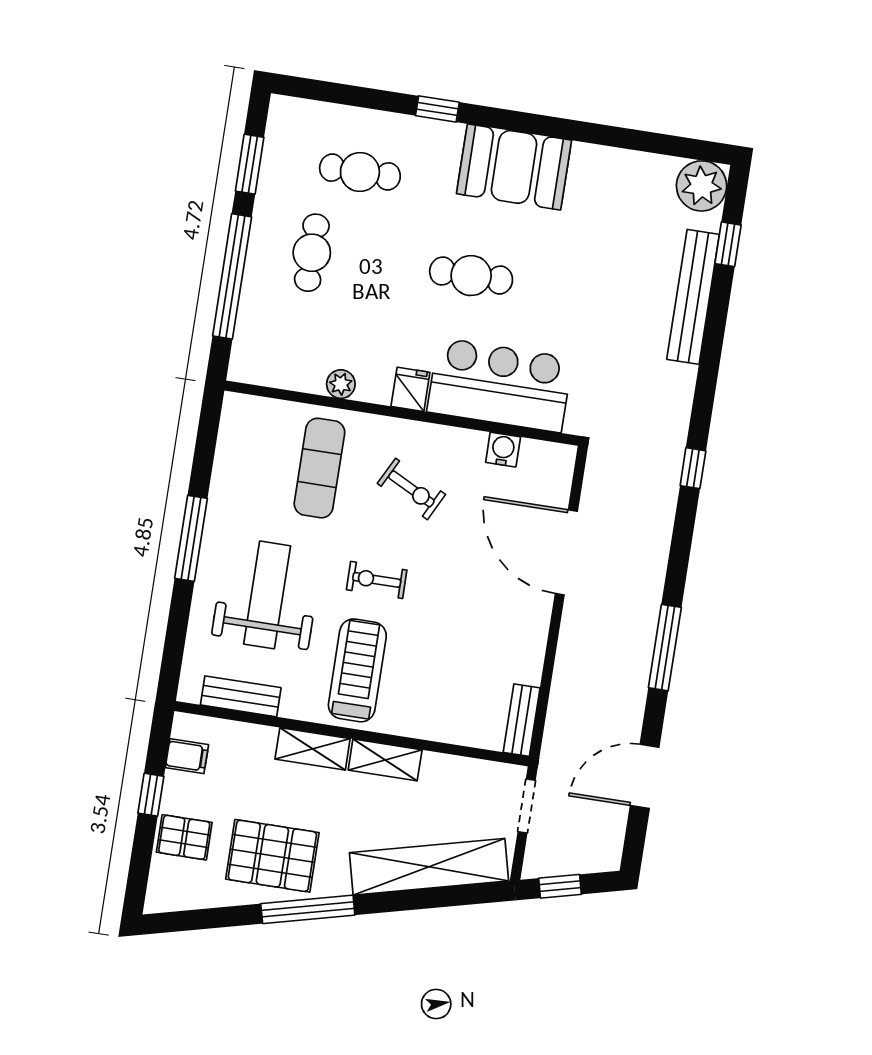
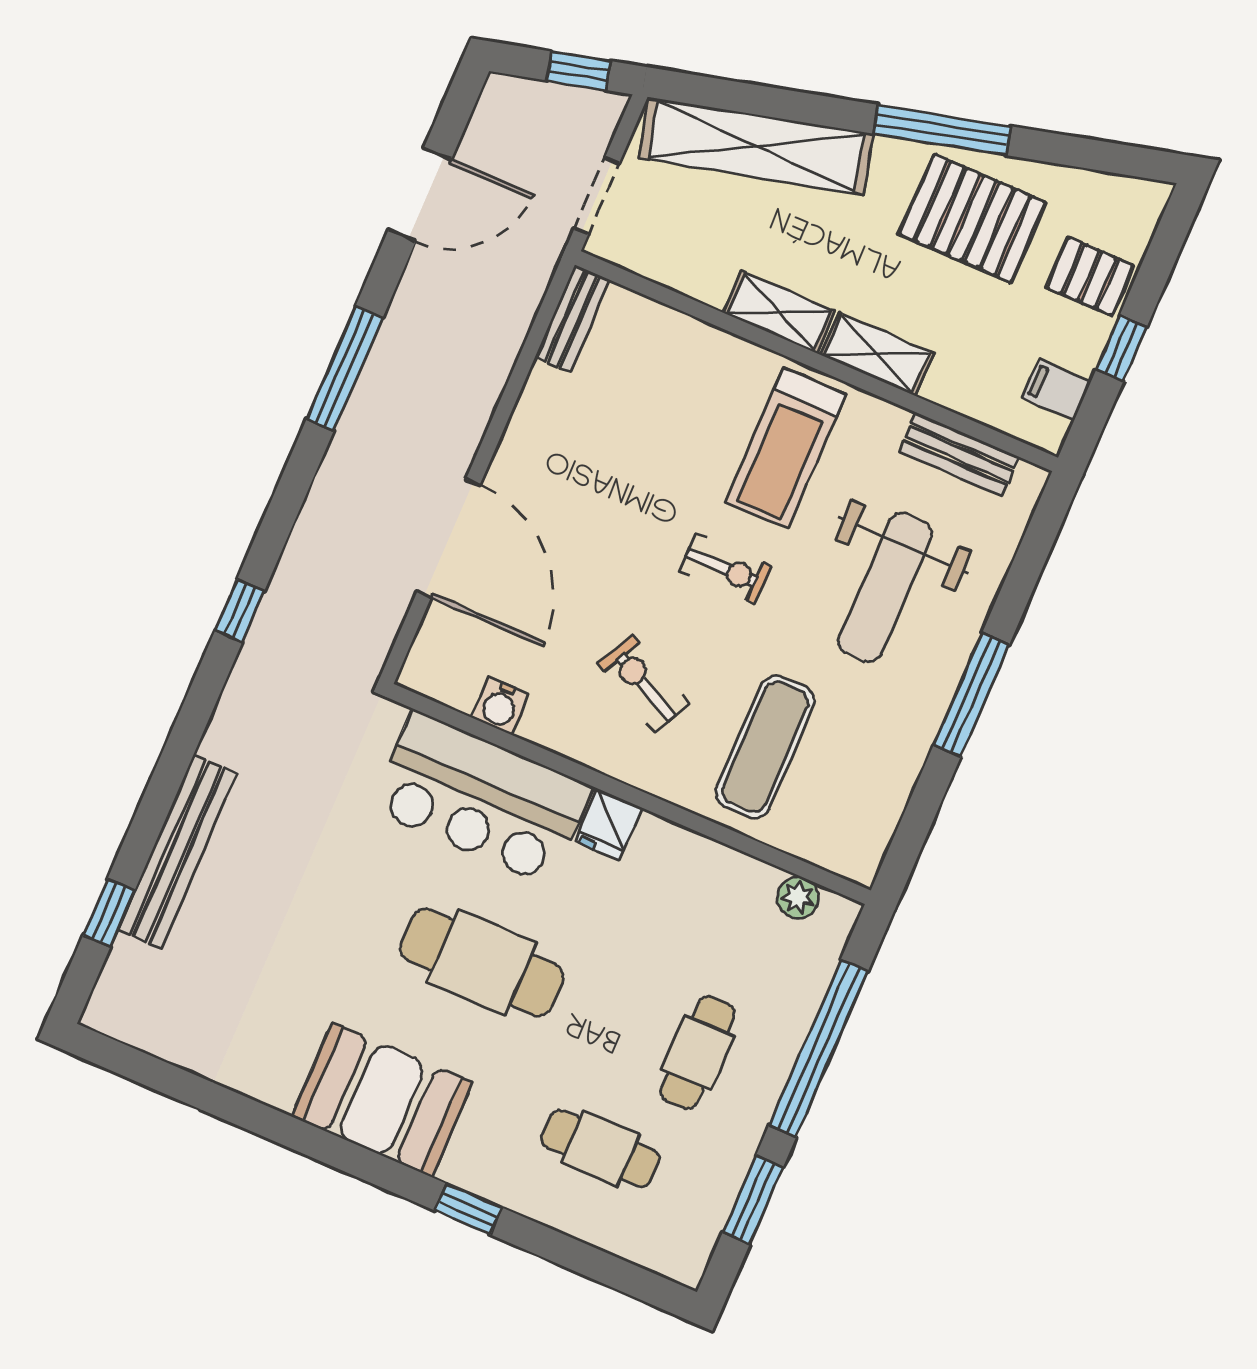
plant: (702, 186) -> (125, 1005), removed
cafe table: (471, 276) -> (482, 962), width x1.37, depth x1.35
plant: (341, 384) -> (798, 898), moved

